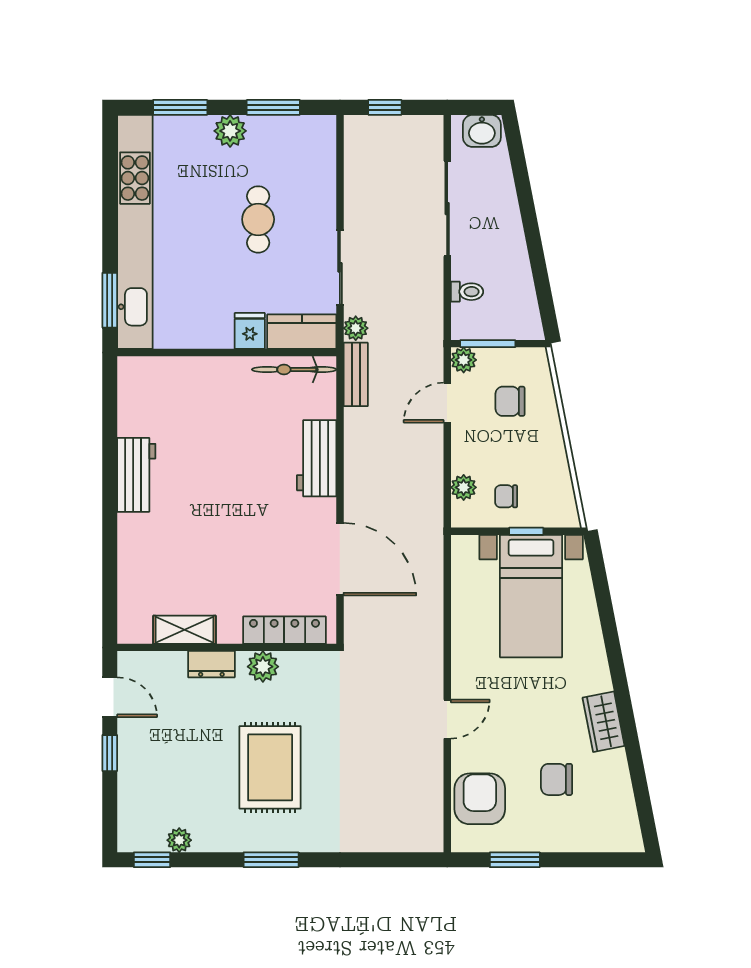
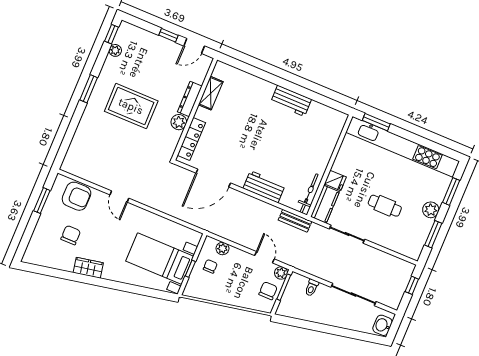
plant: (356, 328) -> (316, 230), removed
chair: (510, 401) -> (268, 291), moved
dresser: (211, 664) -> (190, 99), width x1.44

